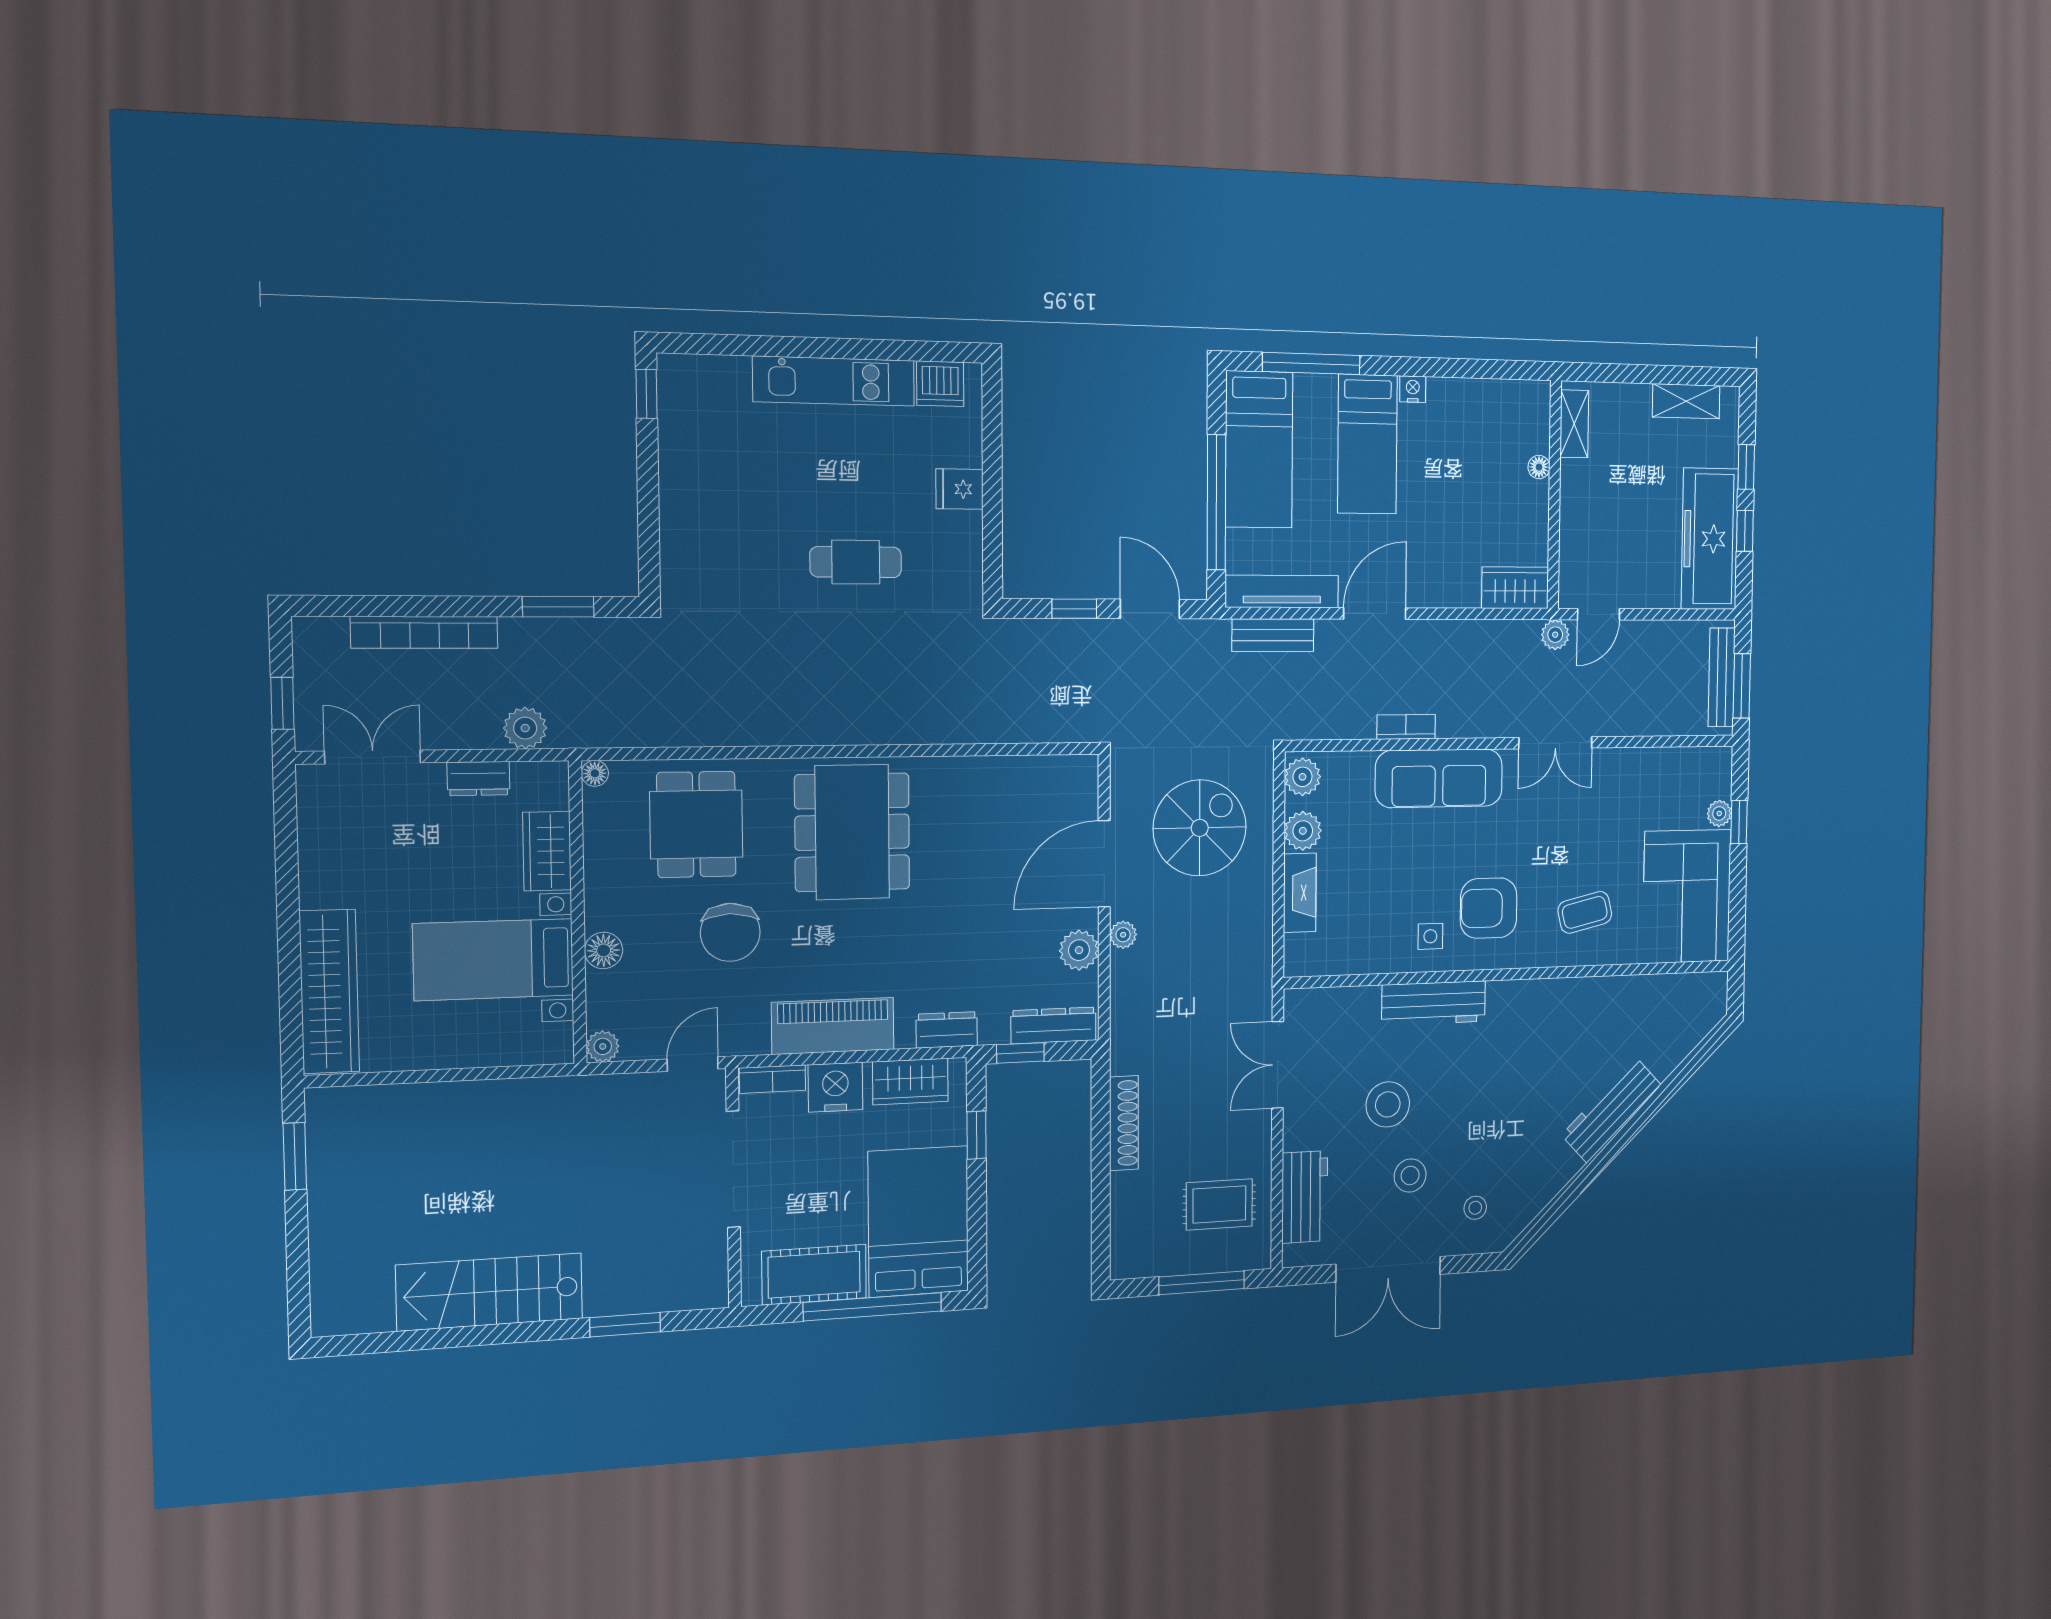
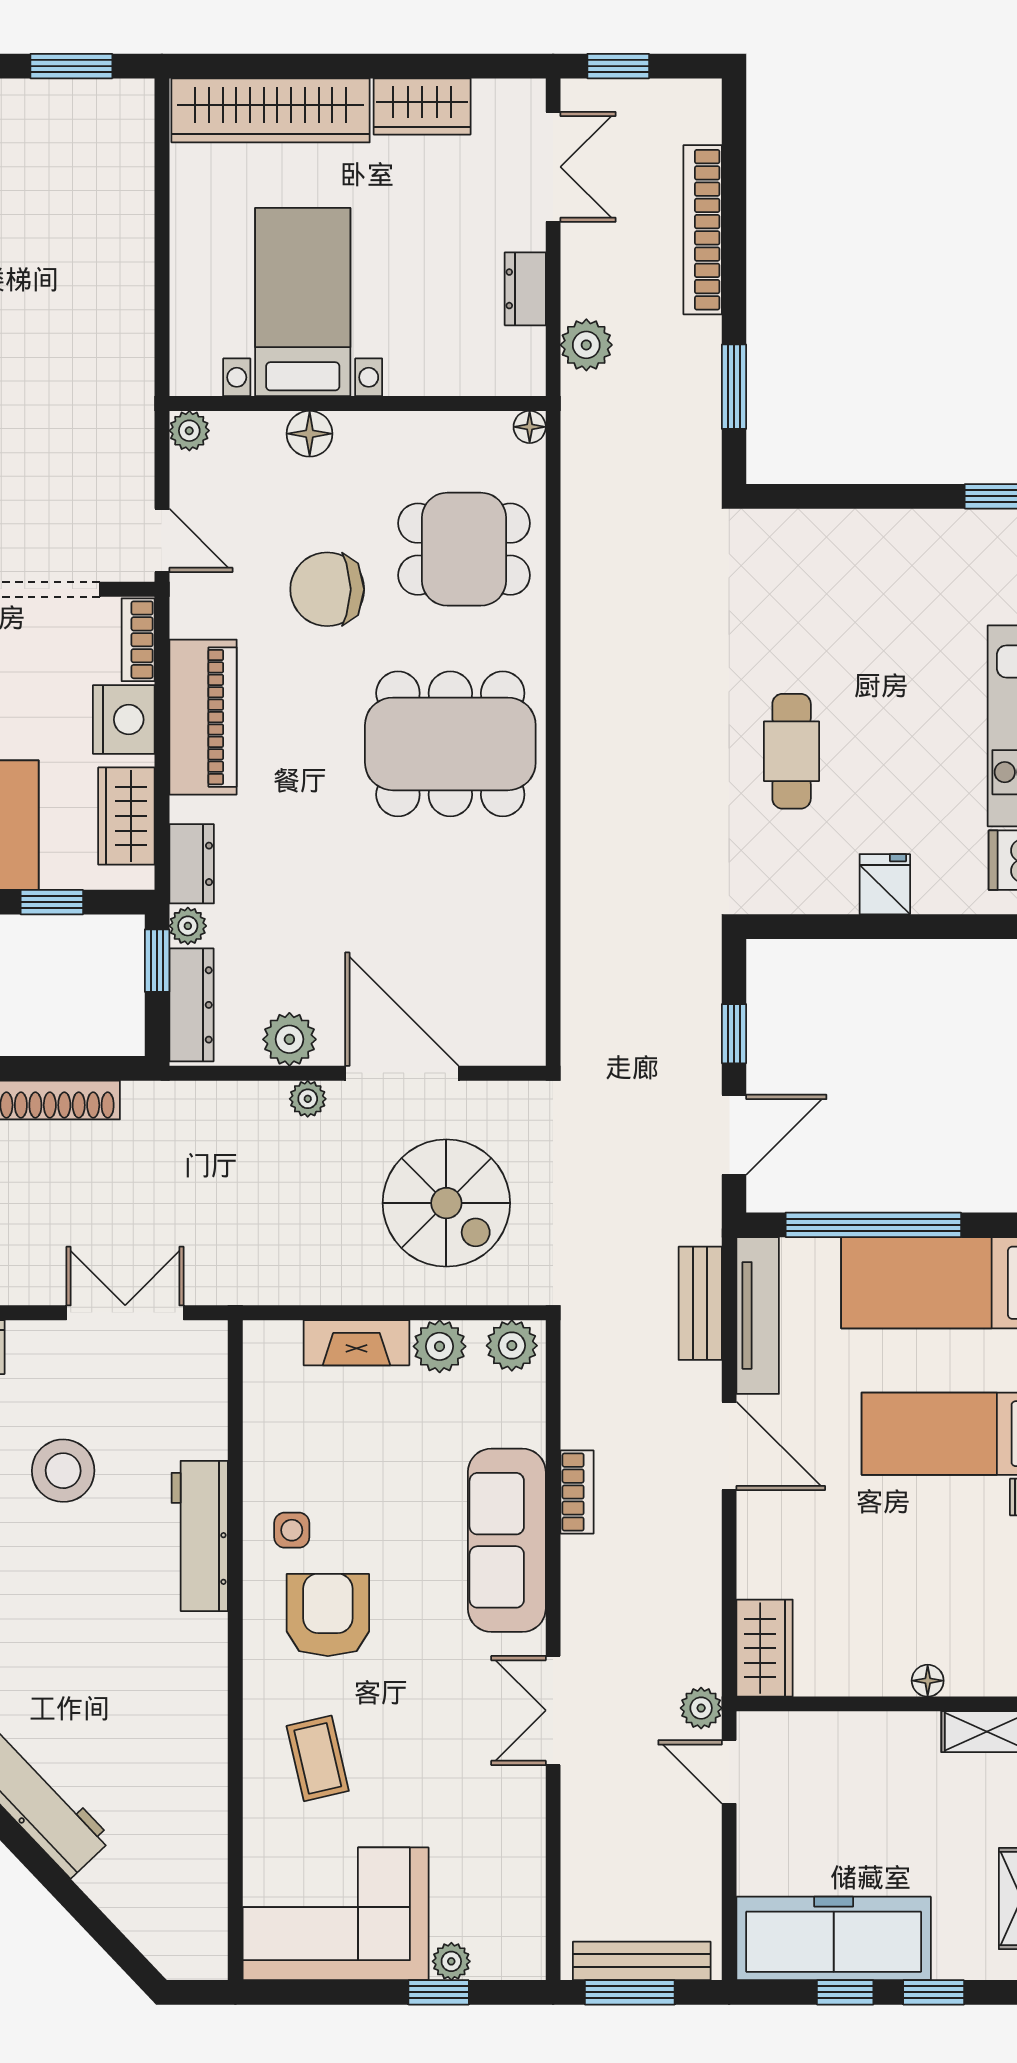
wardrobe: (547, 851) -> (422, 106), moved, turned 180
plant: (994, 1031) -> (188, 926), added

